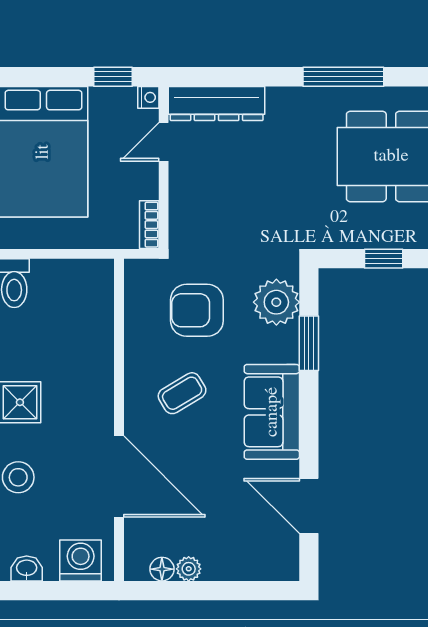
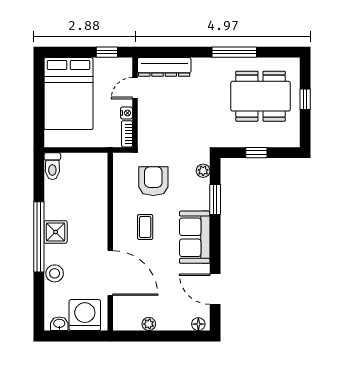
nightstand: (148, 97) -> (127, 113), moved
plant: (276, 302) -> (203, 171), width x0.53, depth x0.53
armchair: (197, 310) -> (153, 181), turned 90
coffee table: (182, 393) -> (145, 227), turned -59
washing machine: (81, 560) -> (85, 315), width x1.37, depth x1.37
floor lamp: (162, 569) -> (198, 324), moved

